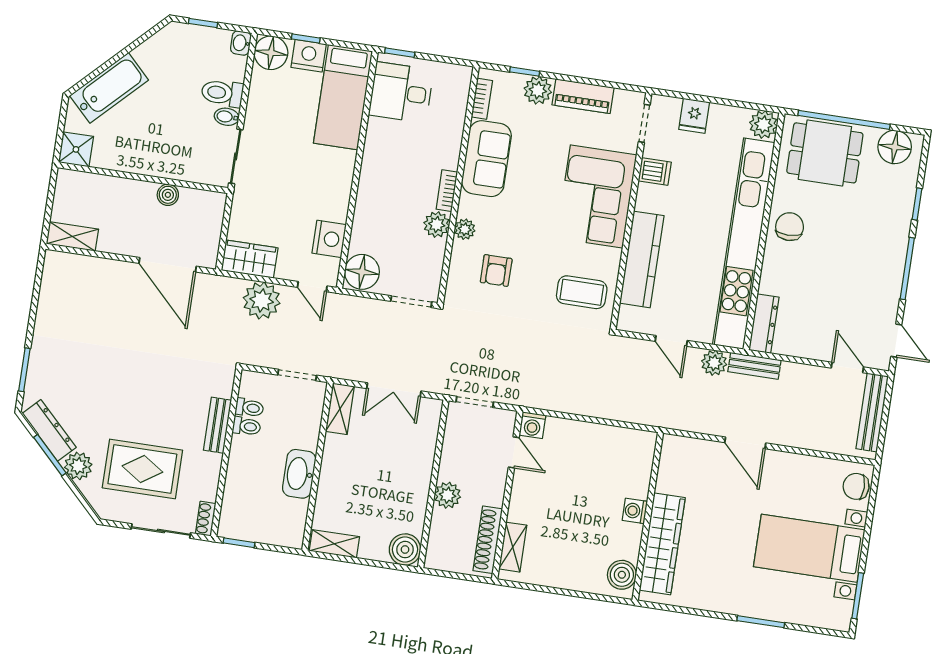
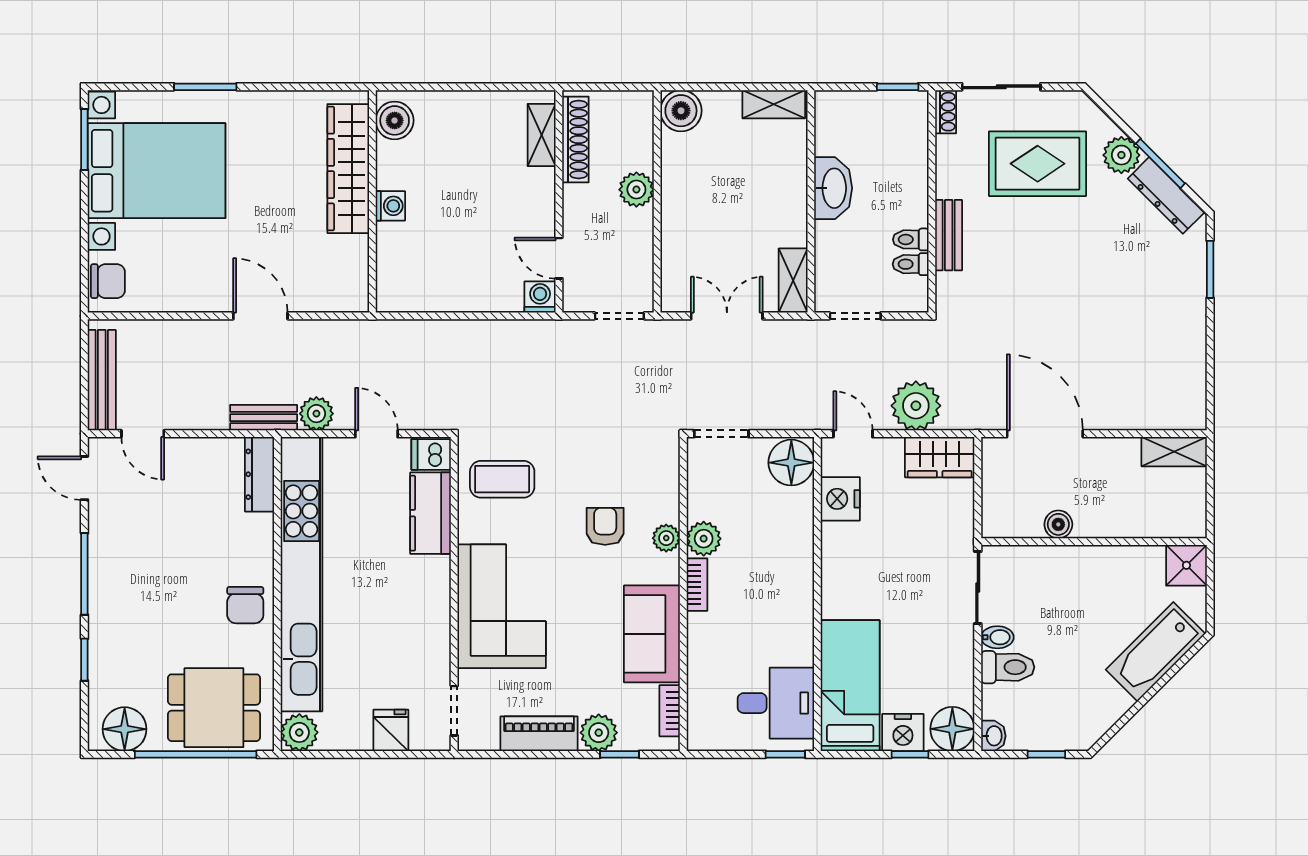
dishwasher: (655, 172) -> (431, 454), moved
kitchen counter: (642, 259) -> (431, 513), width x0.67
armchair: (496, 270) -> (605, 526), moved
bed with nightstands: (809, 548) -> (157, 171), width x1.36

